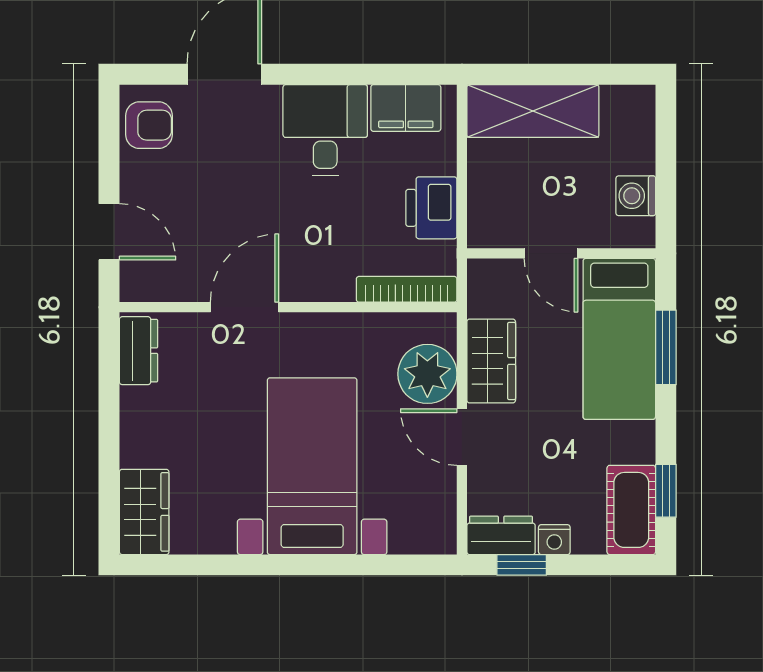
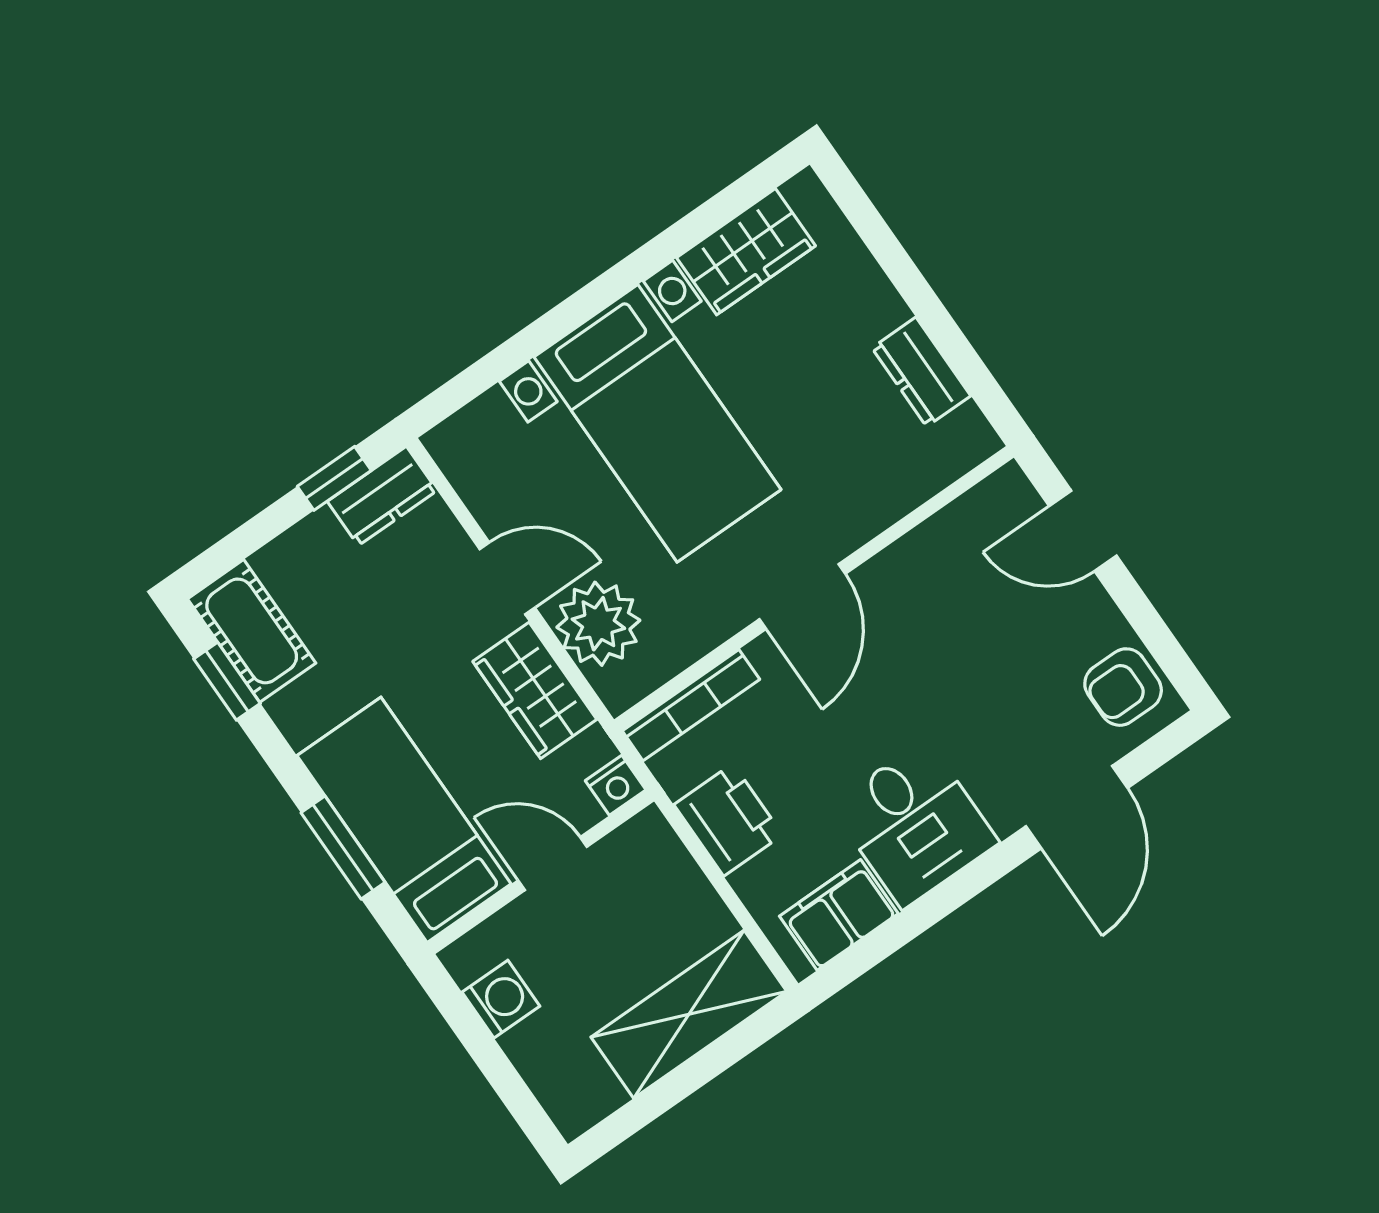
door: (244, 307) -> (802, 597), moved
dresser: (139, 351) -> (921, 372), moved
wardrobe: (144, 512) -> (746, 252), moved, turned -90
nightstand: (554, 540) -> (616, 785), moved, turned 180

